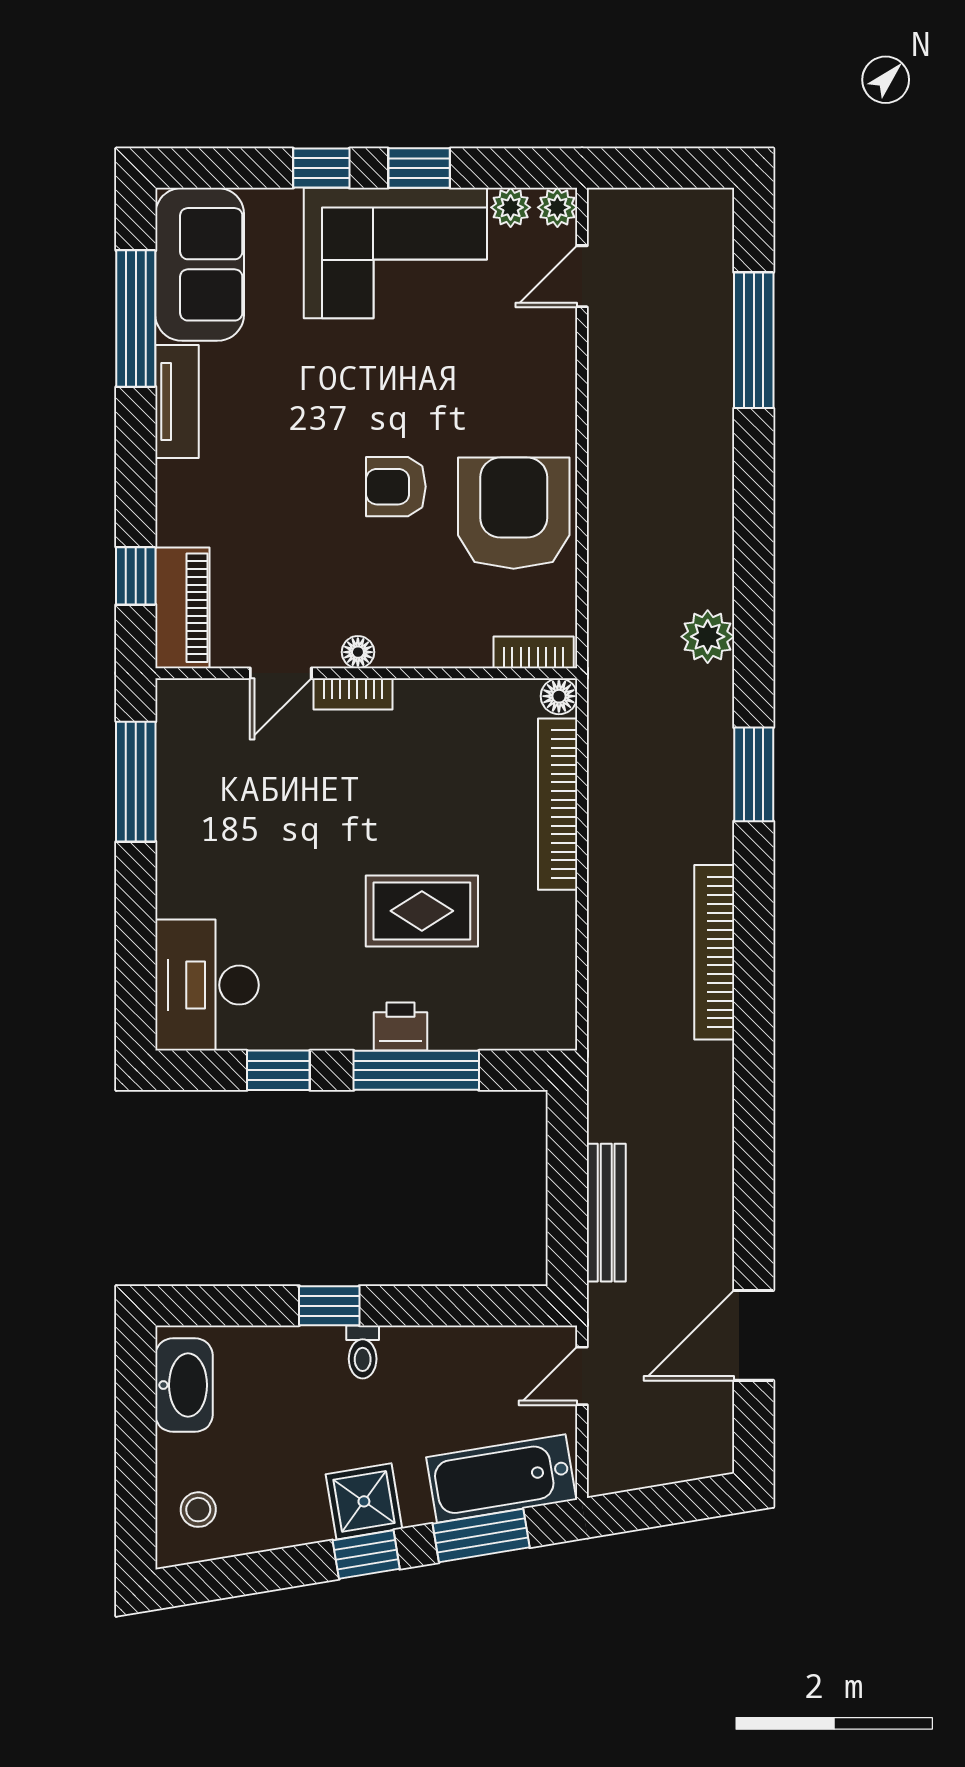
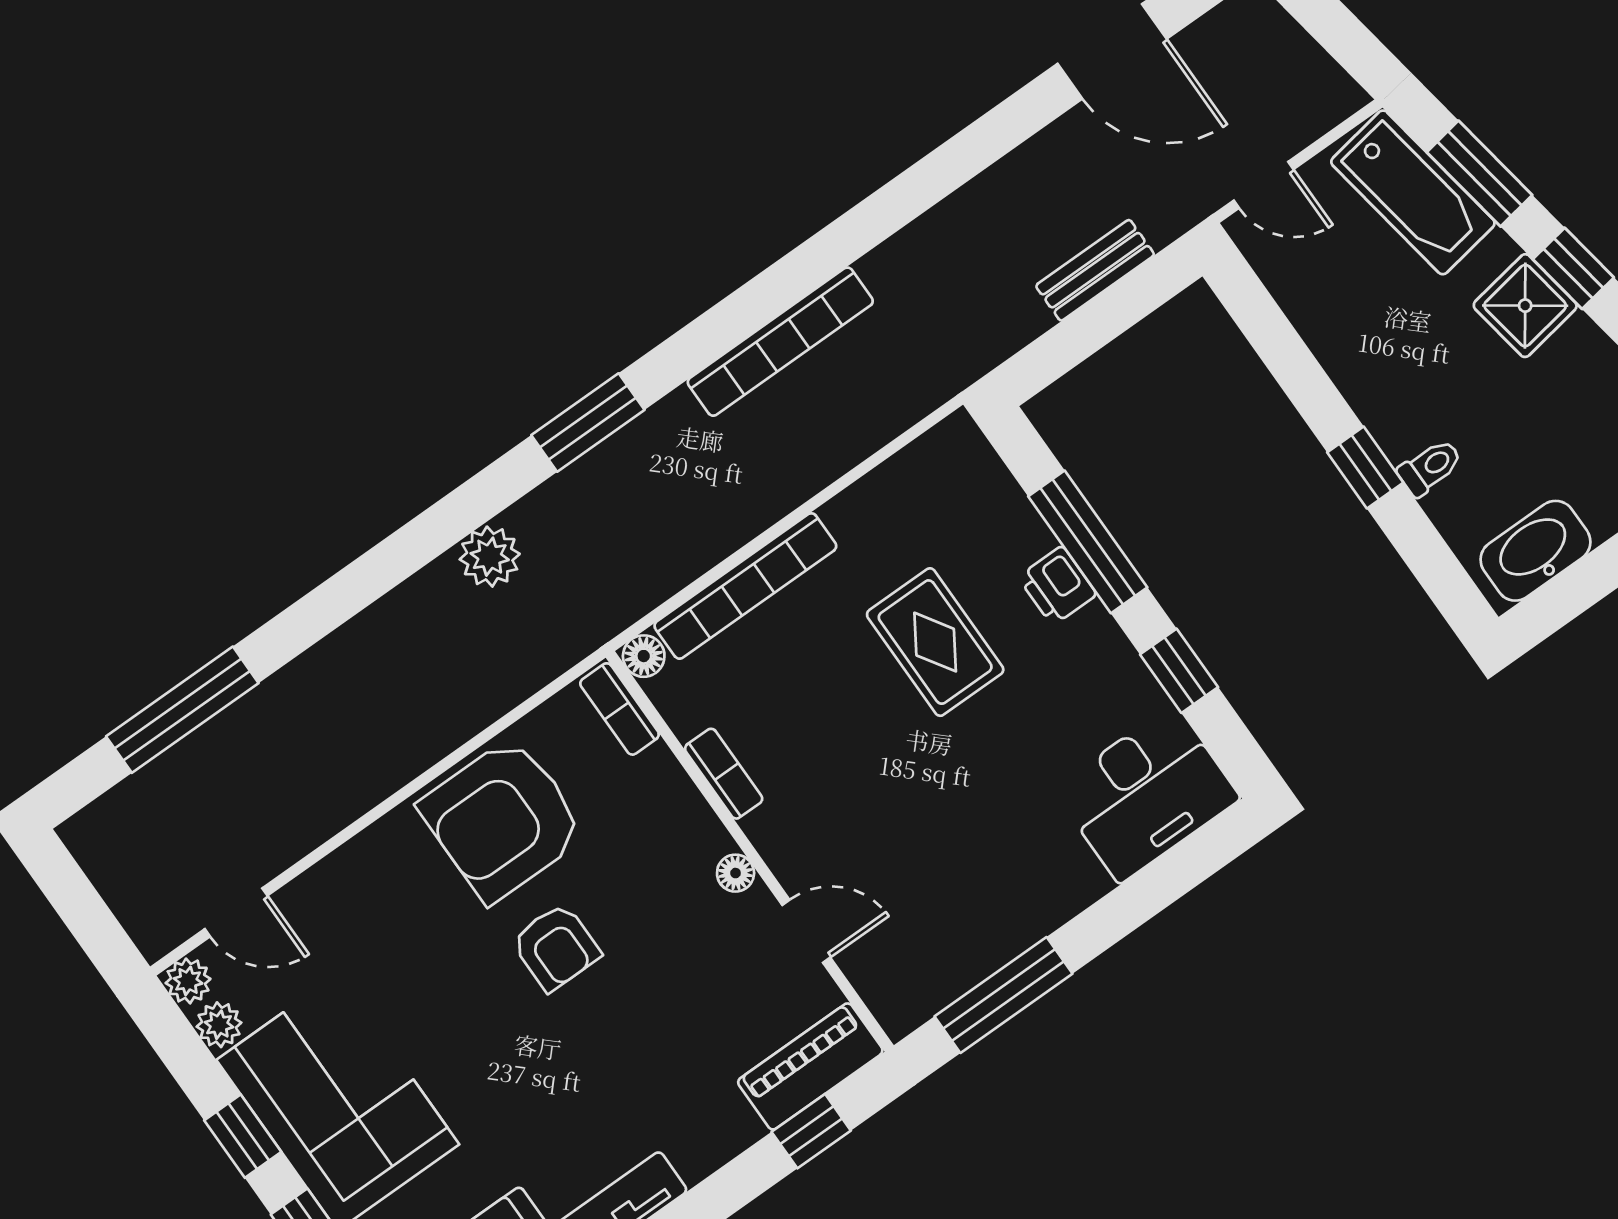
bookcase: (353, 694) -> (724, 774), moved
bench: (606, 1213) -> (1095, 270), width x0.73
toilet: (363, 1352) -> (1430, 467), moved

